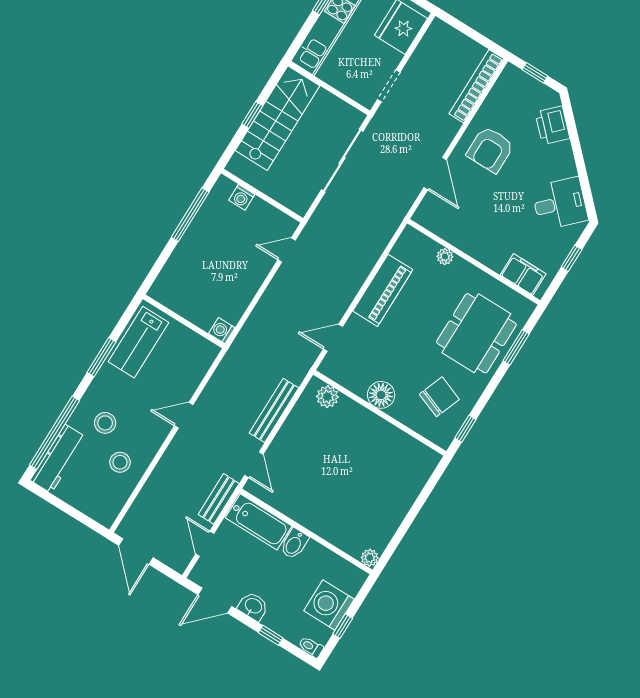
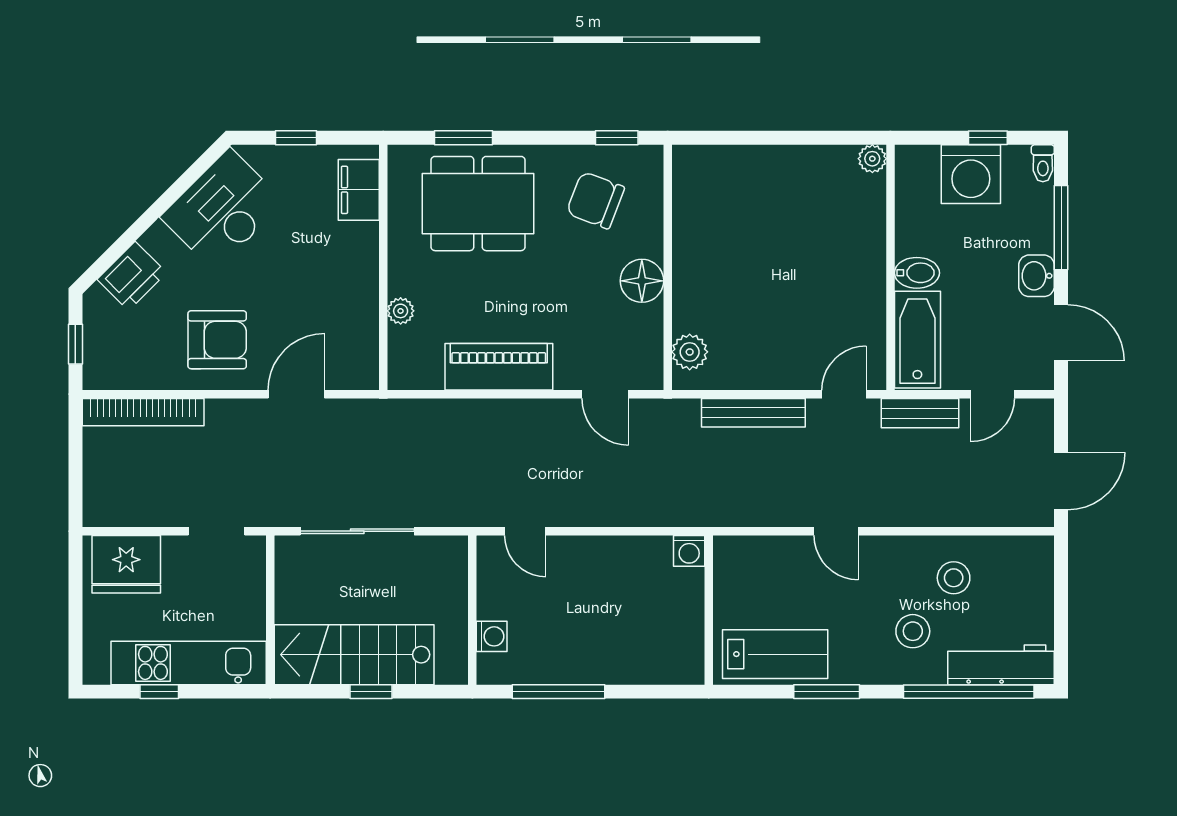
desk: (560, 204) -> (222, 210), width x1.37
window: (271, 635) -> (1061, 228), width x2.17

